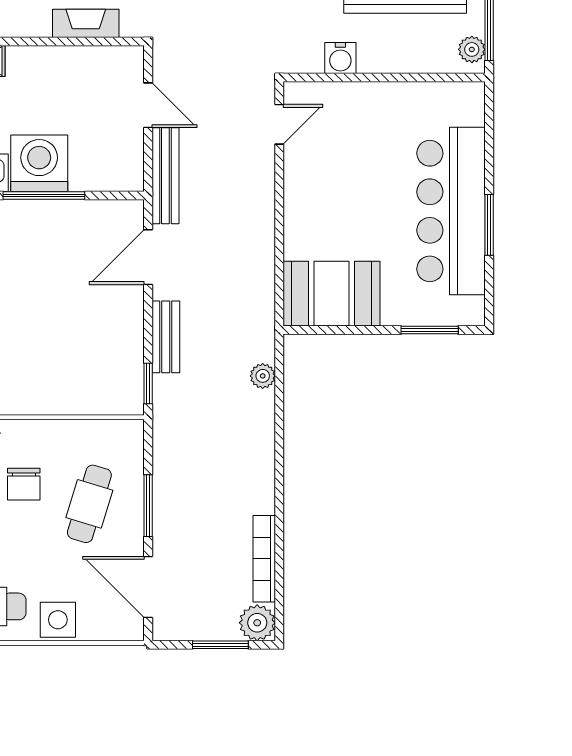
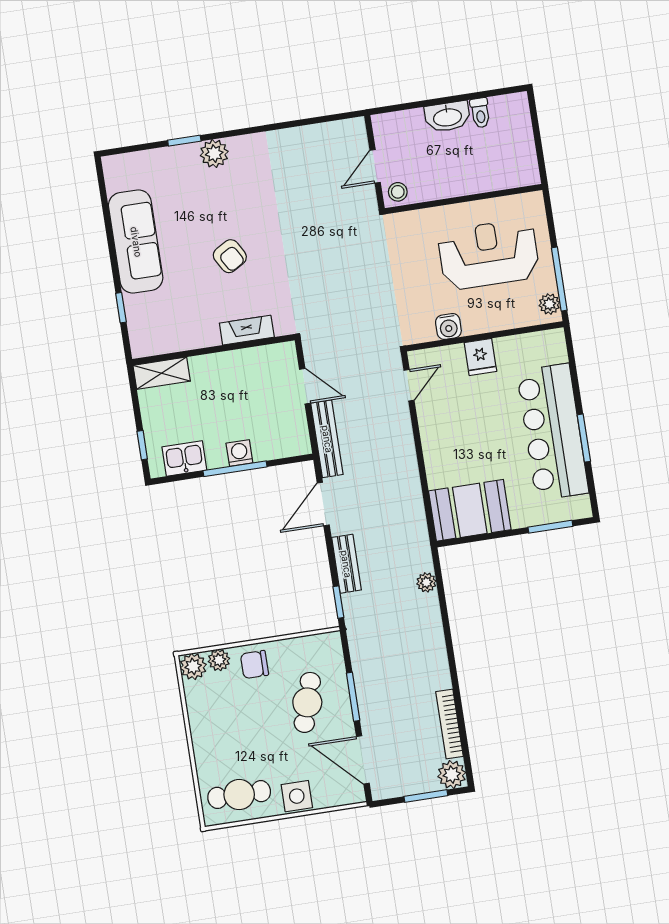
fridge: (375, 103) -> (480, 357), added
washing machine: (39, 163) -> (239, 453), width x0.53, depth x0.53
chair: (24, 484) -> (254, 665), moved, turned 90

